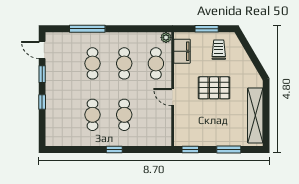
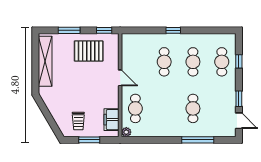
cafe table: (124, 63) -> (222, 62), moved
pallet: (214, 88) -> (89, 51), moved
window: (42, 102) -> (239, 61), moved

